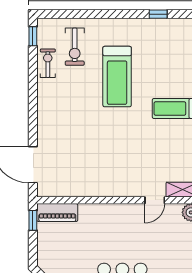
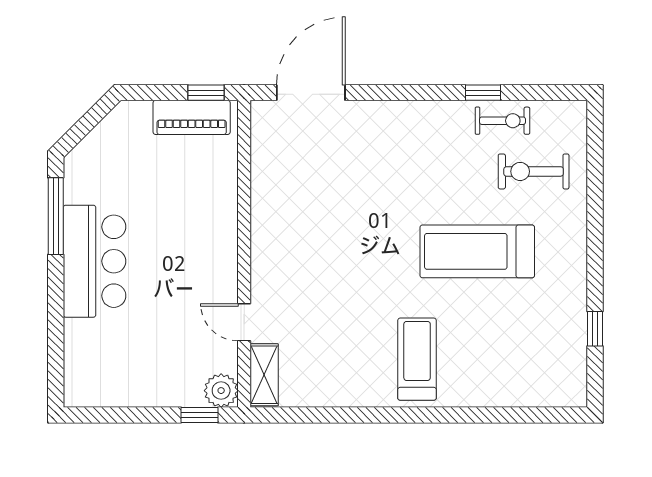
window: (33, 36) -> (483, 93), moved
piano: (57, 213) -> (192, 117), moved, turned -90

